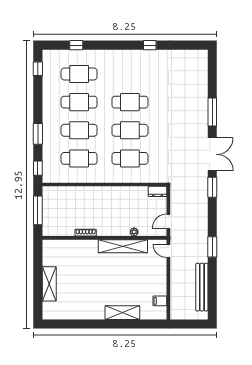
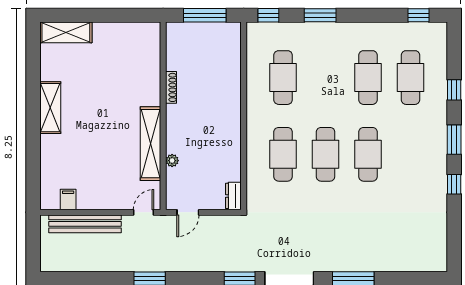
window: (76, 45) -> (454, 90), moved
window: (120, 45) -> (454, 140), added
cafe table: (79, 130) -> (326, 78), removed
door: (168, 221) -> (188, 212), swing flipped
shelving: (49, 284) -> (66, 32), moved
bench: (202, 287) -> (85, 224), moved
shelving: (122, 313) -> (50, 108), moved

